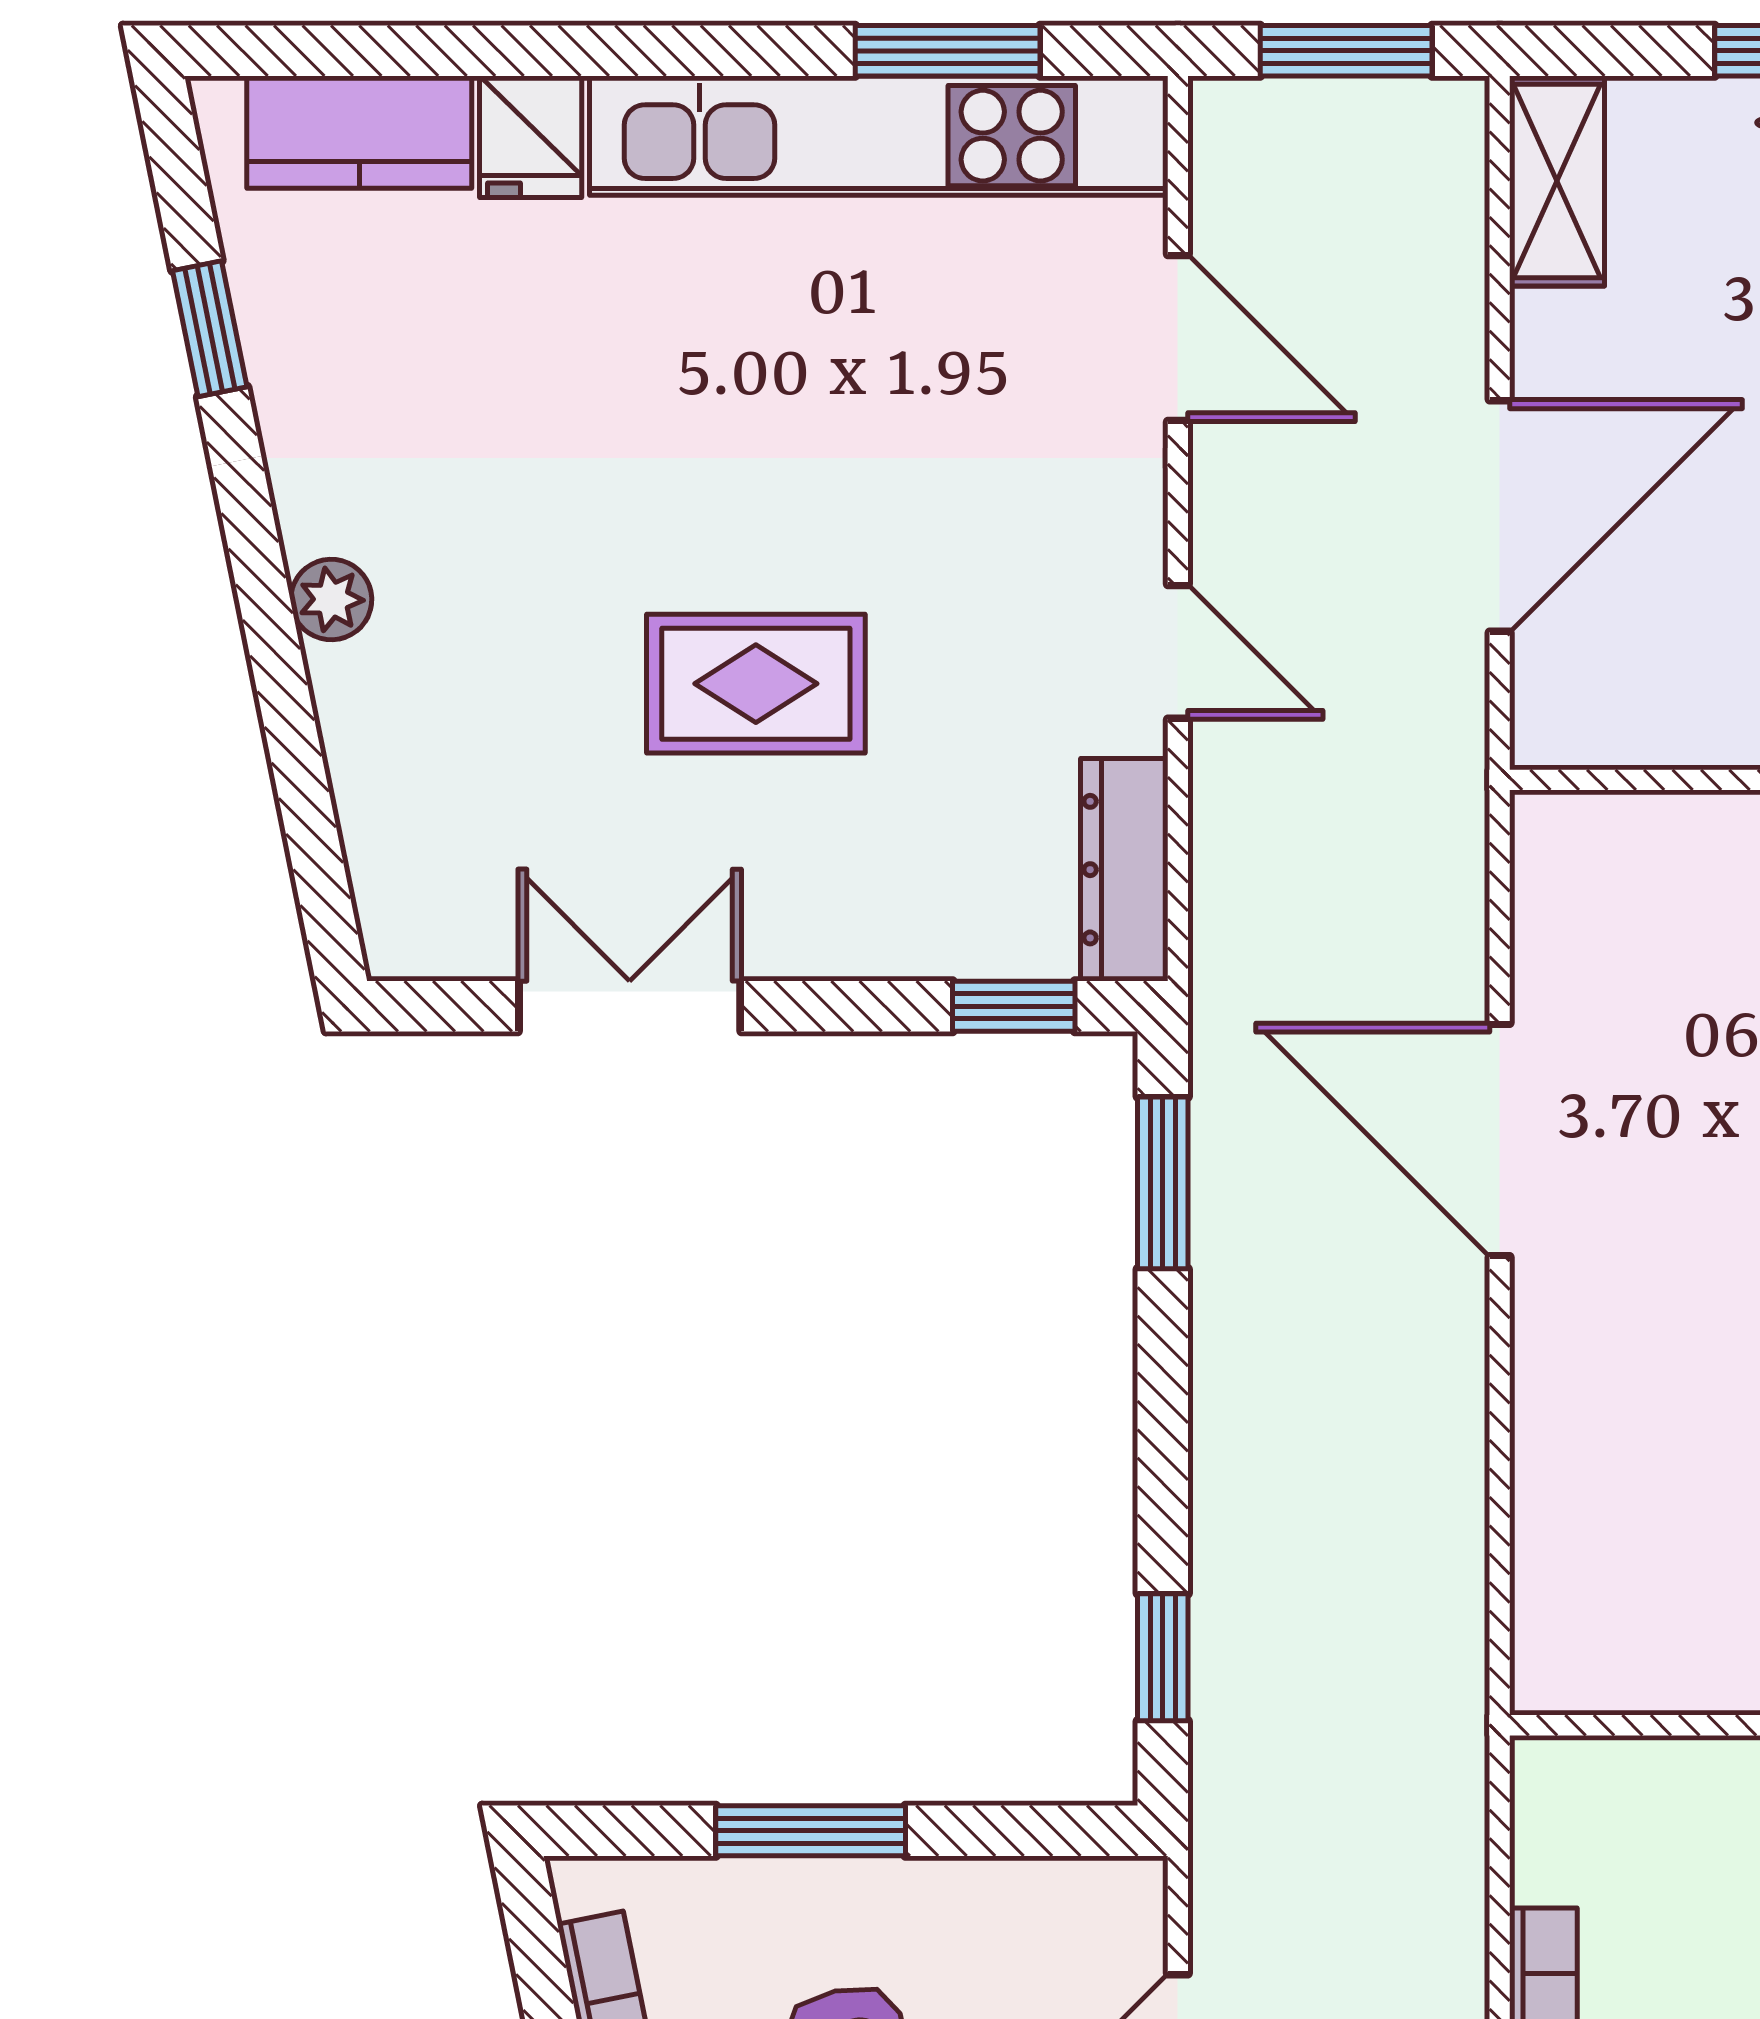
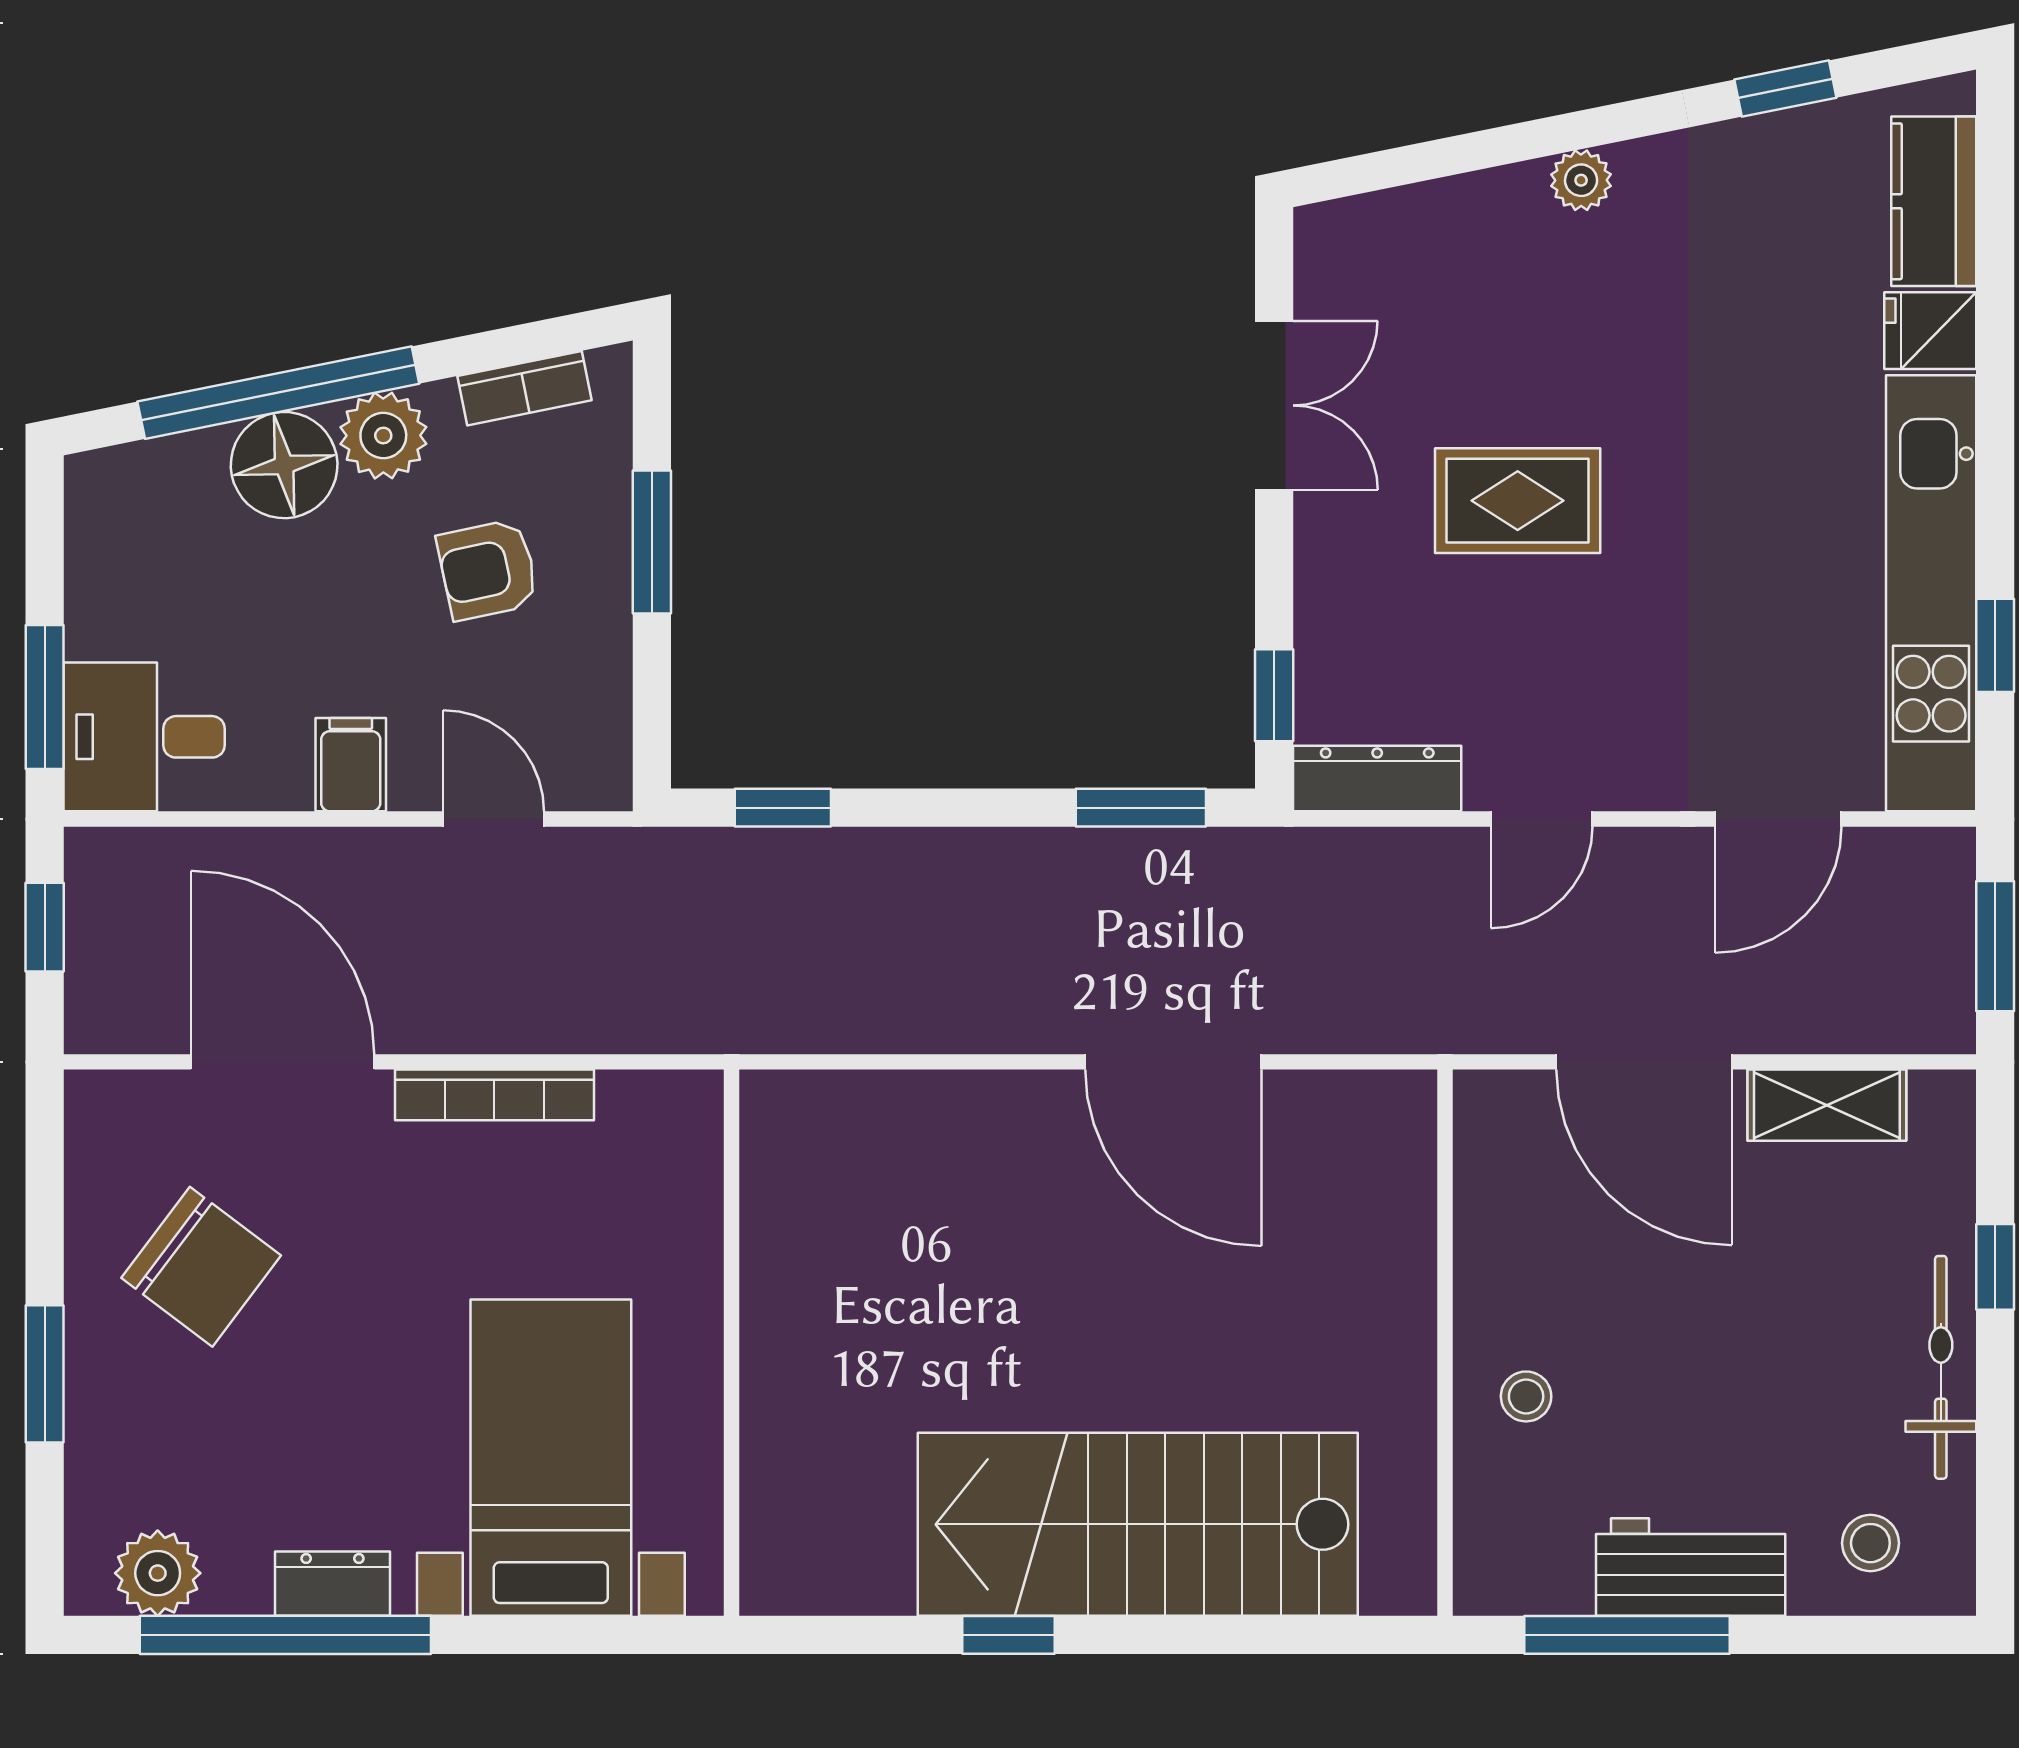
window: (948, 51) -> (1995, 645), width x0.67
shelving: (1557, 181) -> (1827, 1105), moved
rug: (756, 684) -> (1518, 501), turned 90
door: (1500, 1140) -> (1173, 1062), swing flipped

